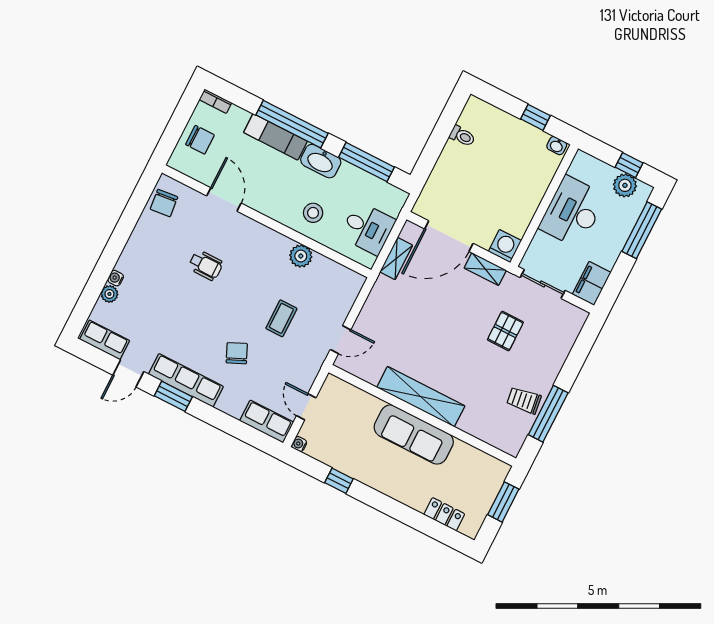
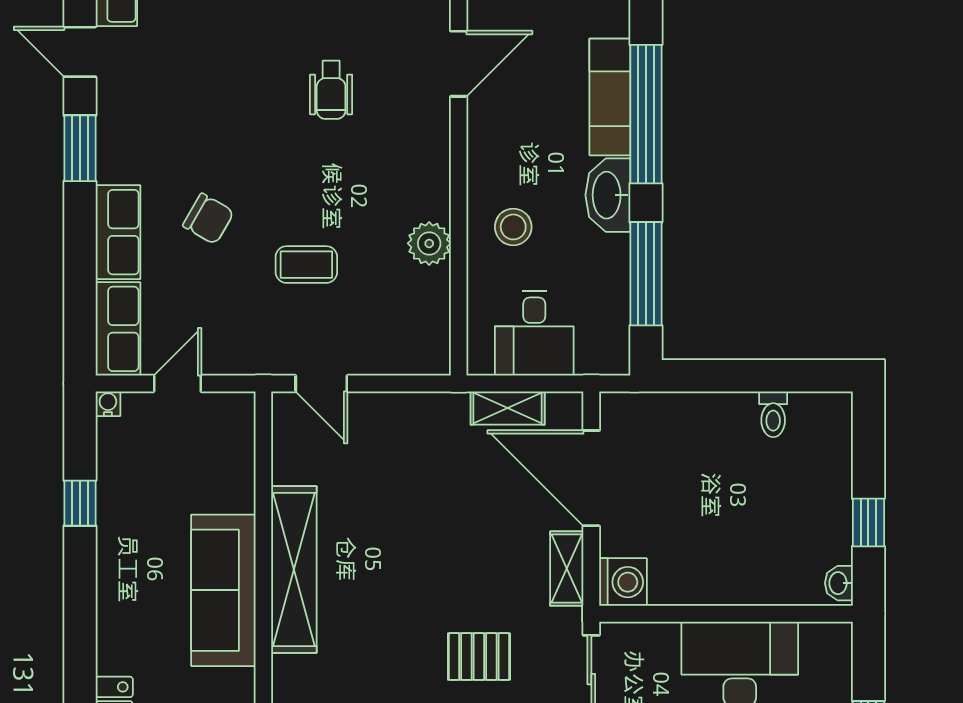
chair: (237, 353) -> (208, 219), turned 54
row of seats: (186, 380) -> (118, 232), moved, width x0.68

